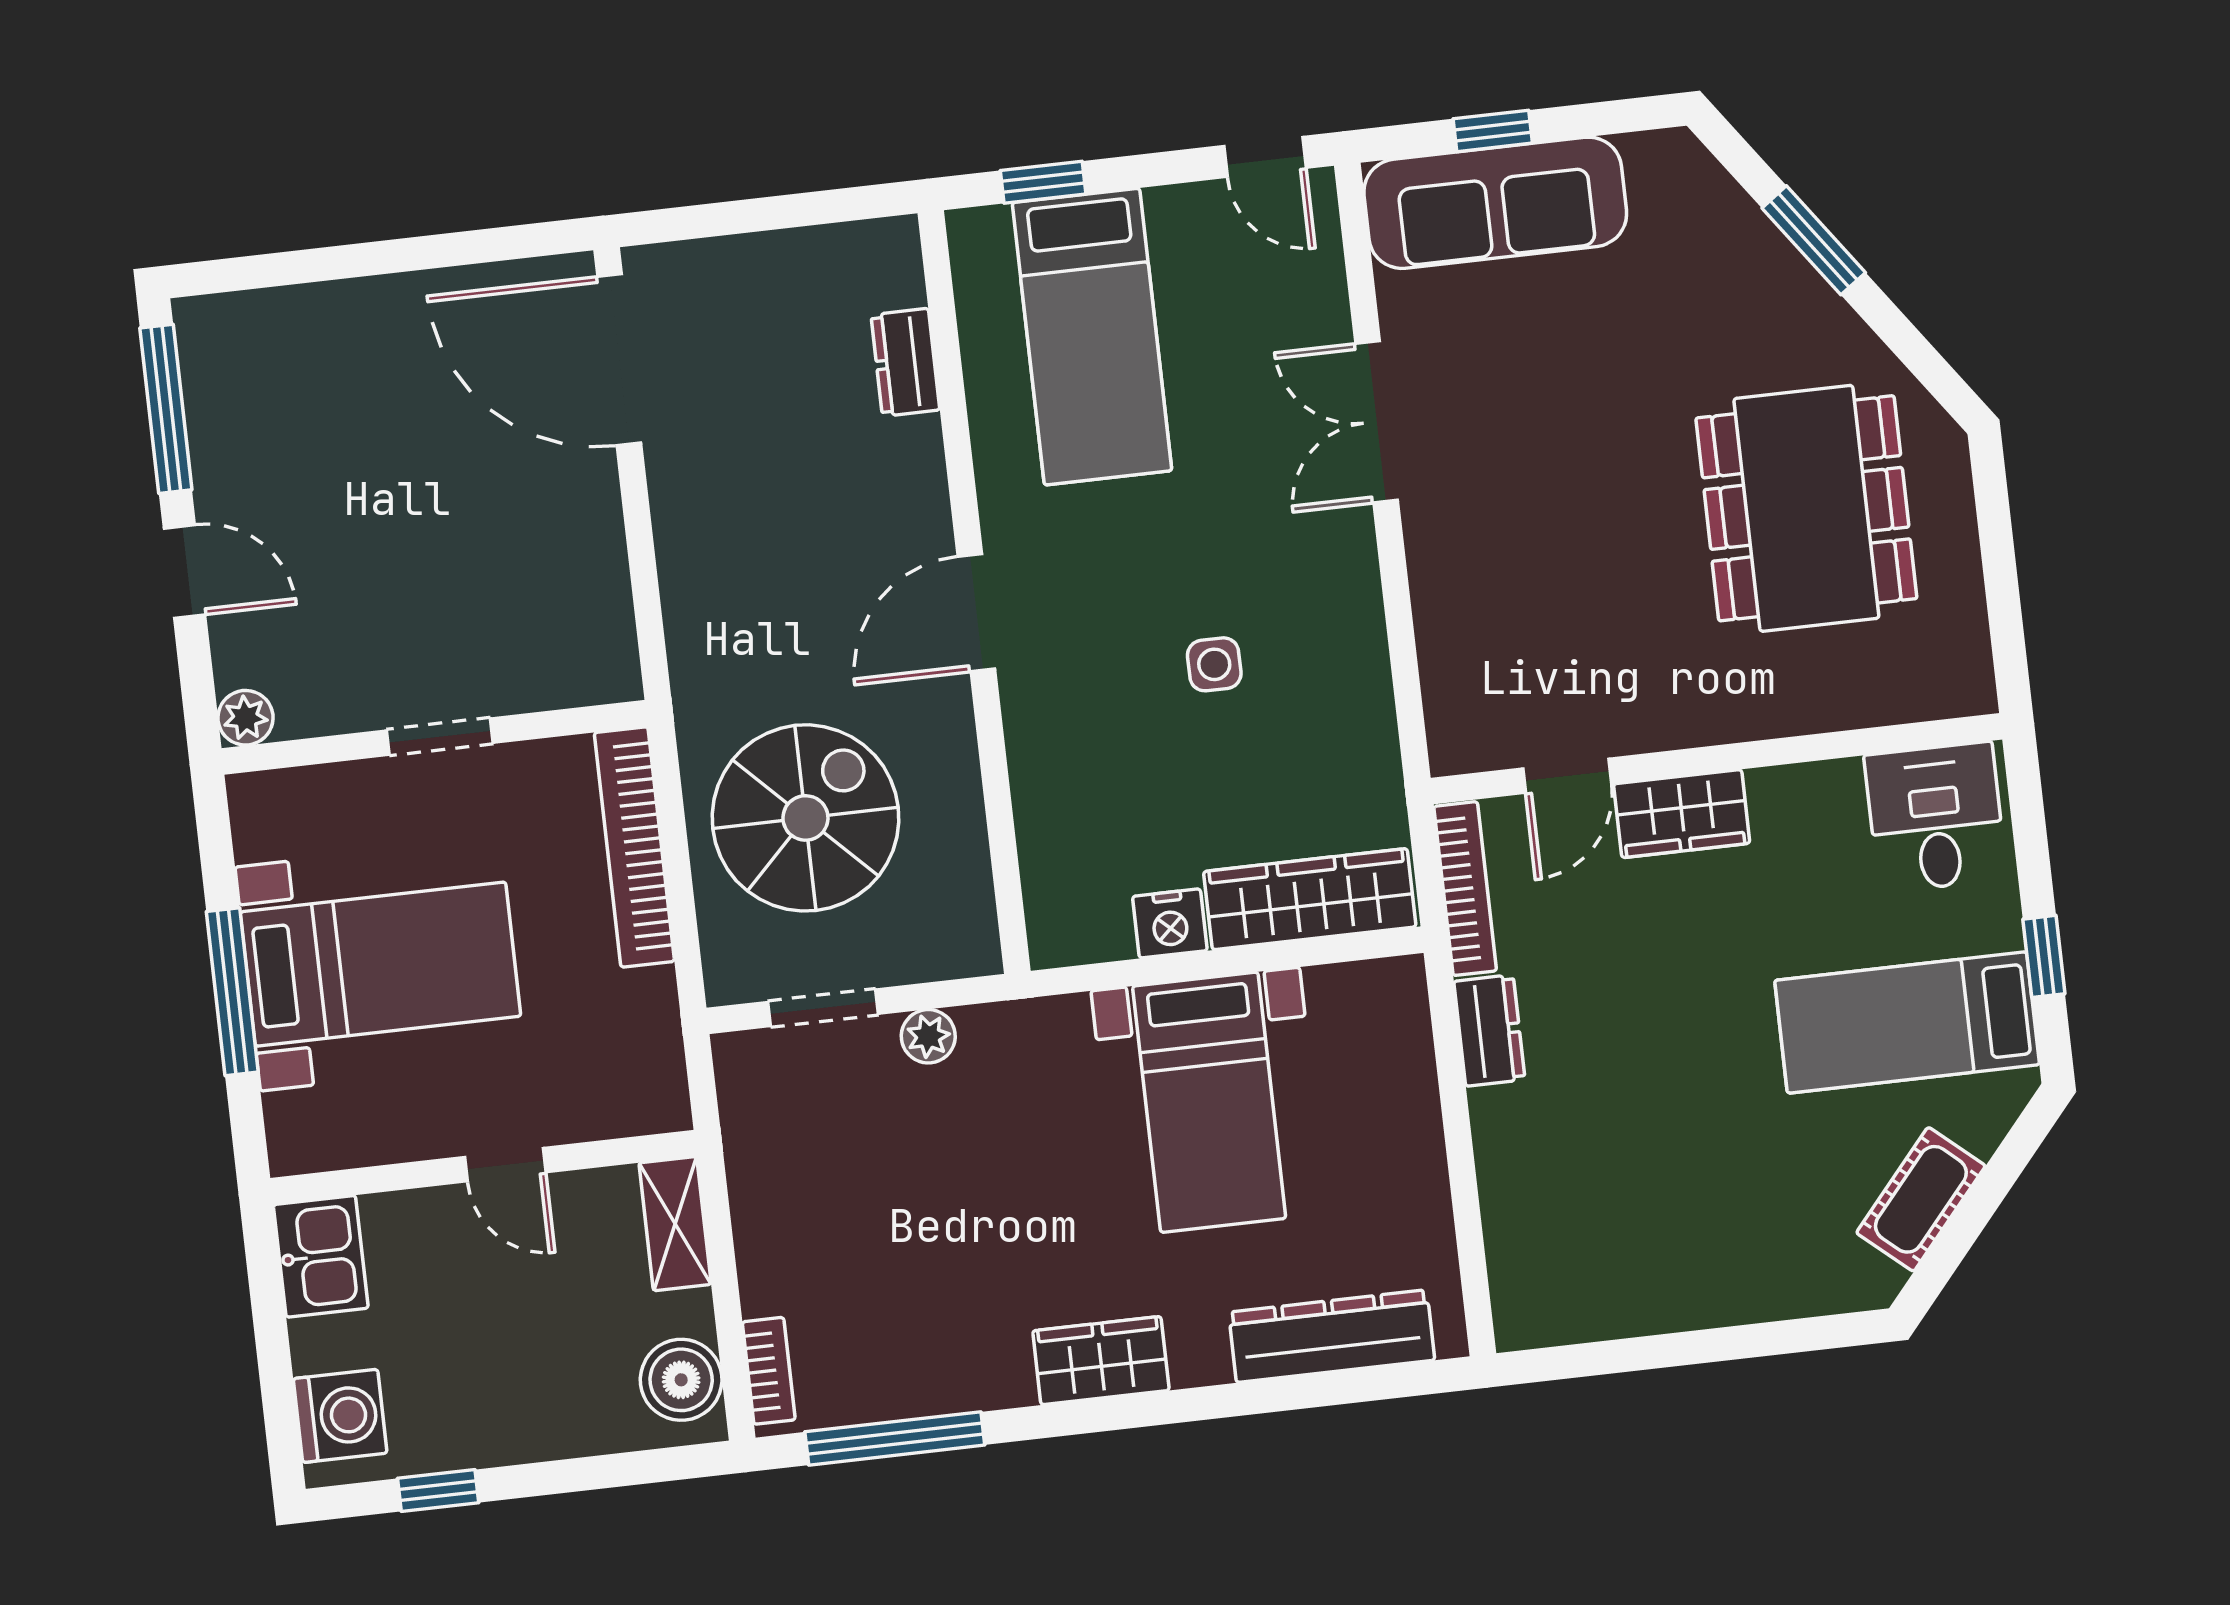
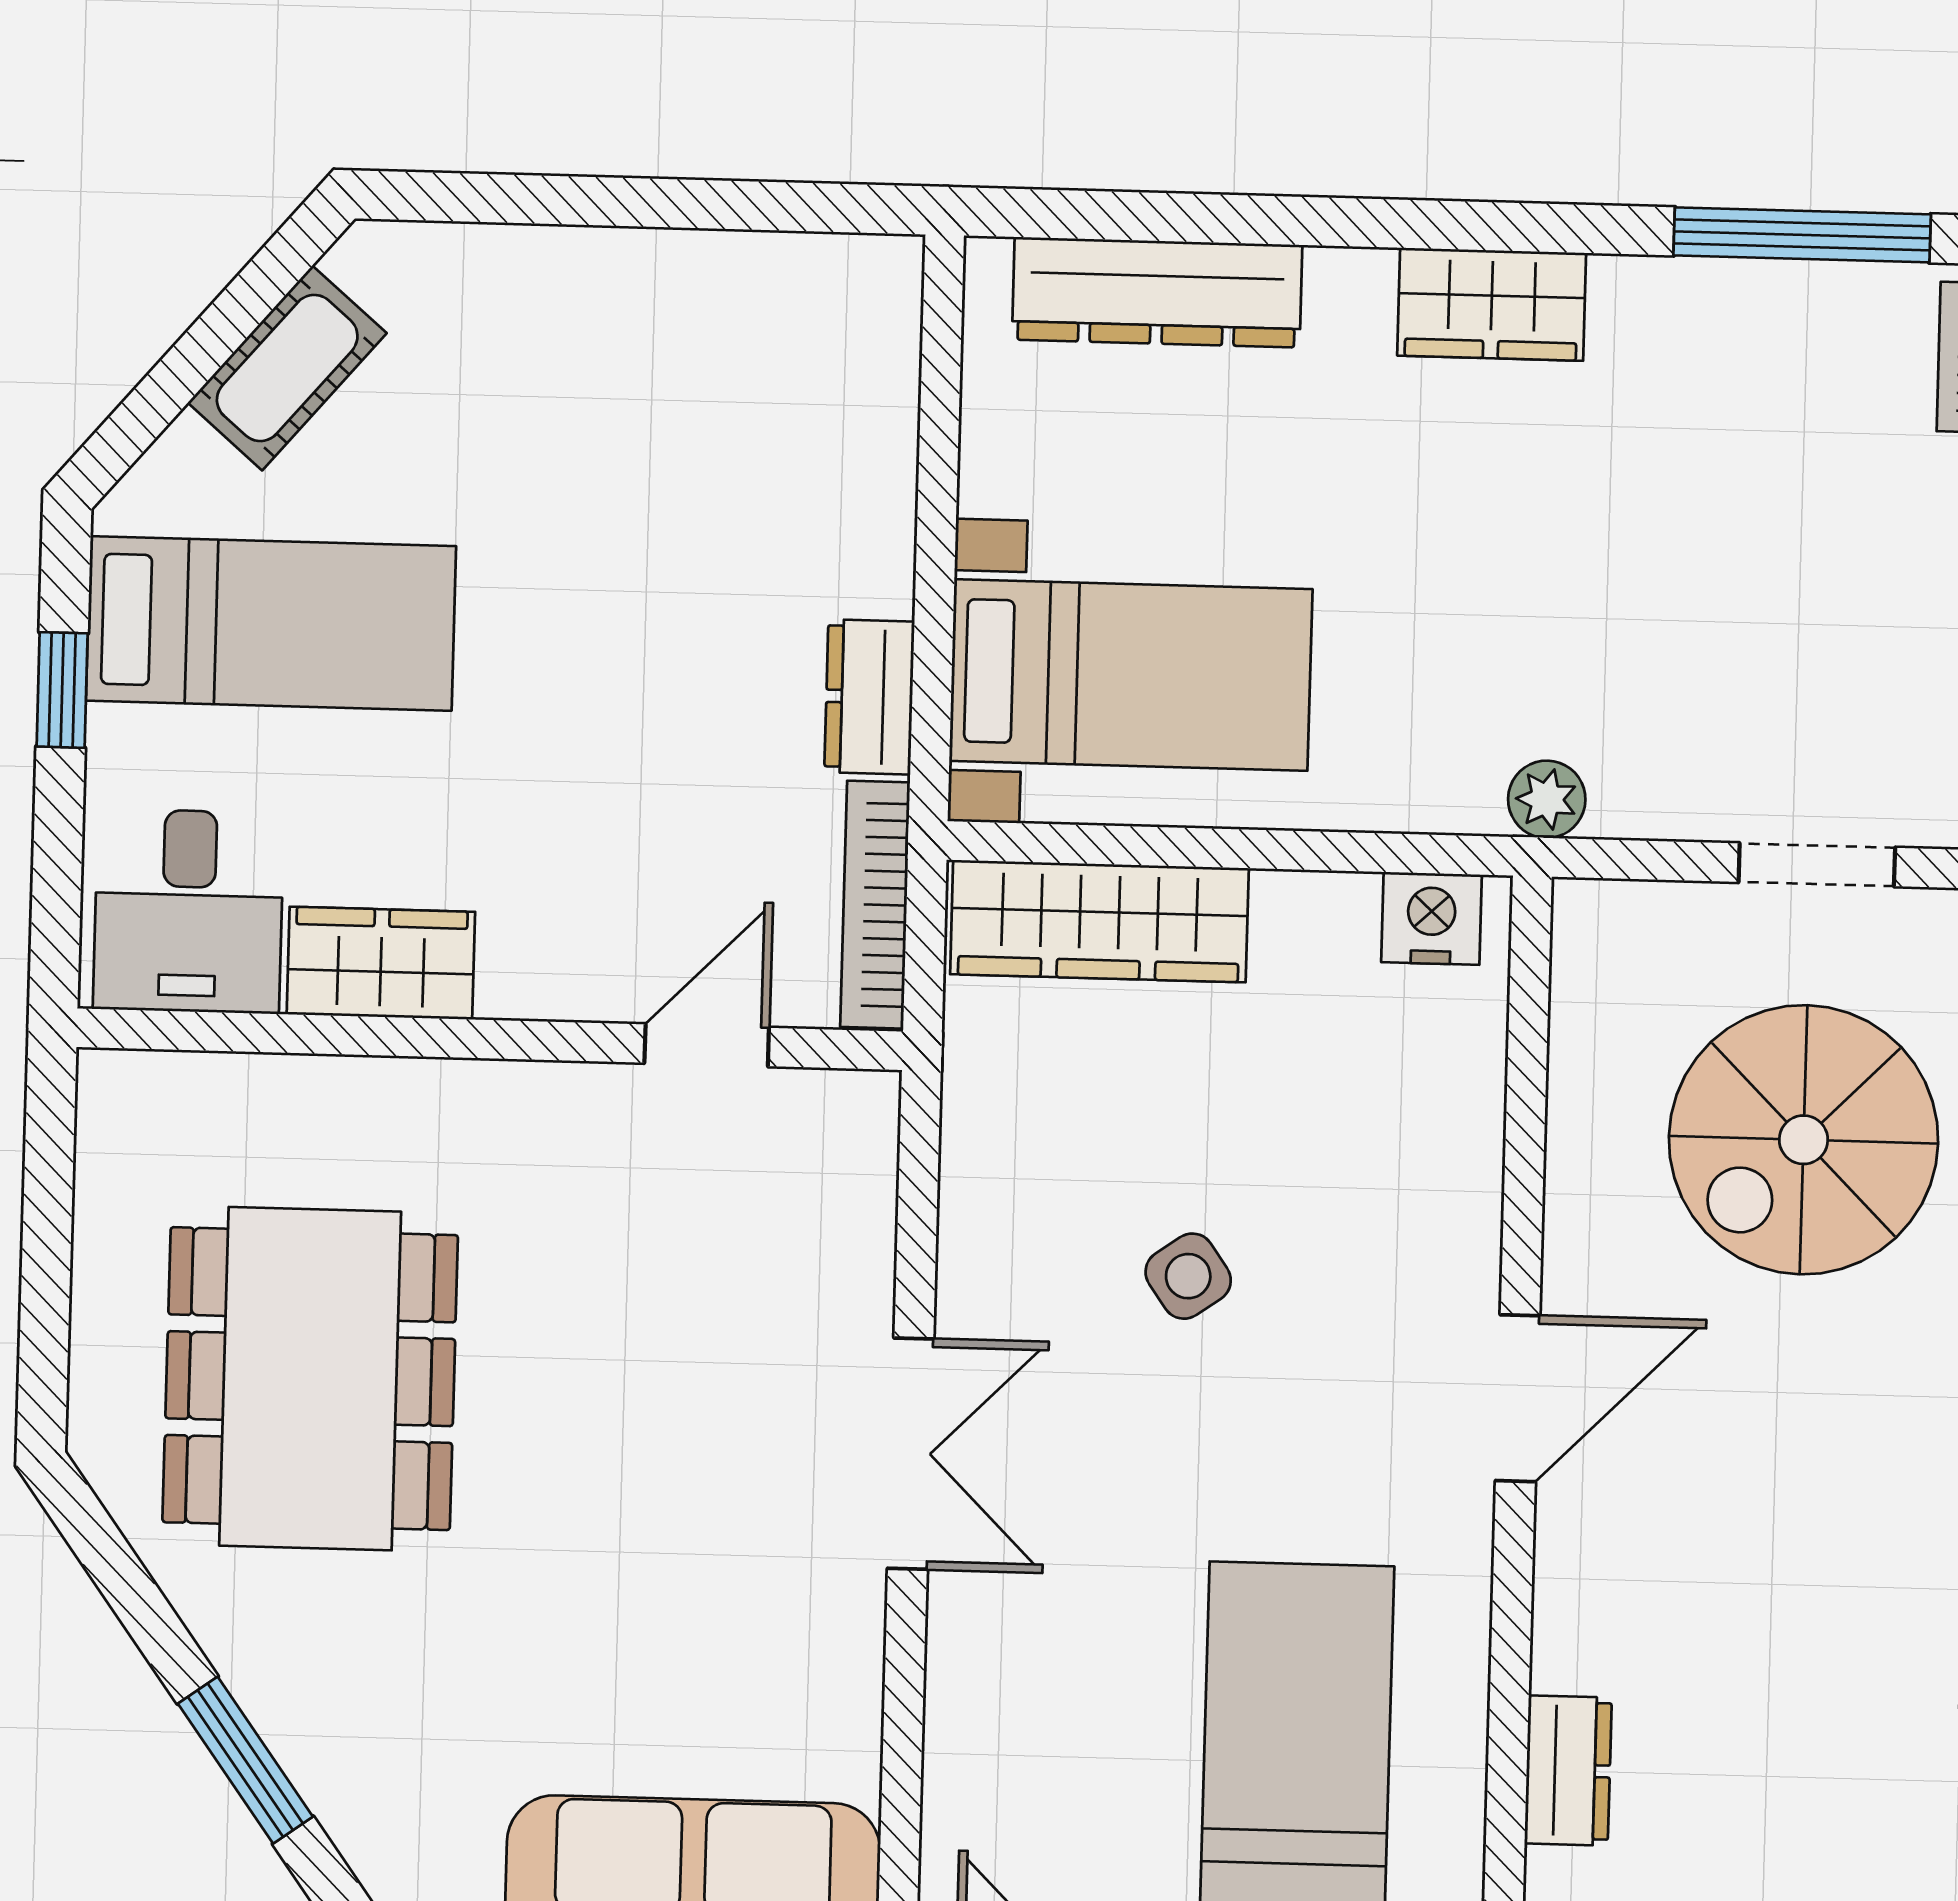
double door: (1377, 422) -> (911, 1454), moved
side table: (1214, 664) -> (1188, 1276), turned -35
wardrobe: (1682, 814) -> (381, 963), moved
nightstand: (1170, 923) -> (1431, 918), moved
plant: (928, 1036) -> (1547, 799), moved
bed with nightstands: (1209, 1102) -> (1131, 675), moved, turned 90

